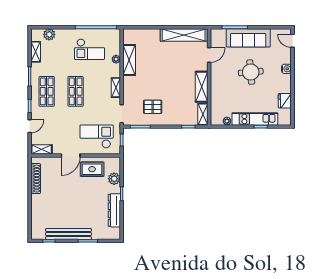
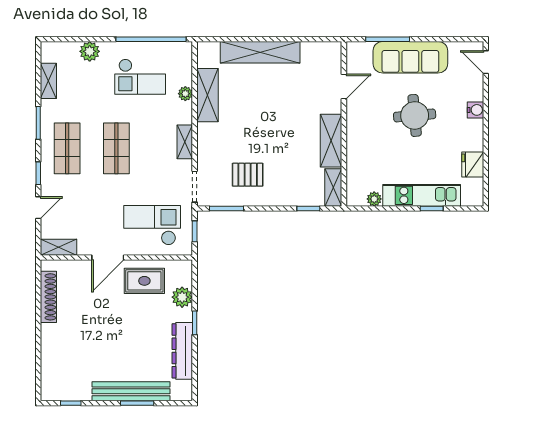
plant: (49, 34) -> (90, 51), moved
shelving: (184, 35) -> (260, 52), moved
bench: (69, 234) -> (131, 391), moved

